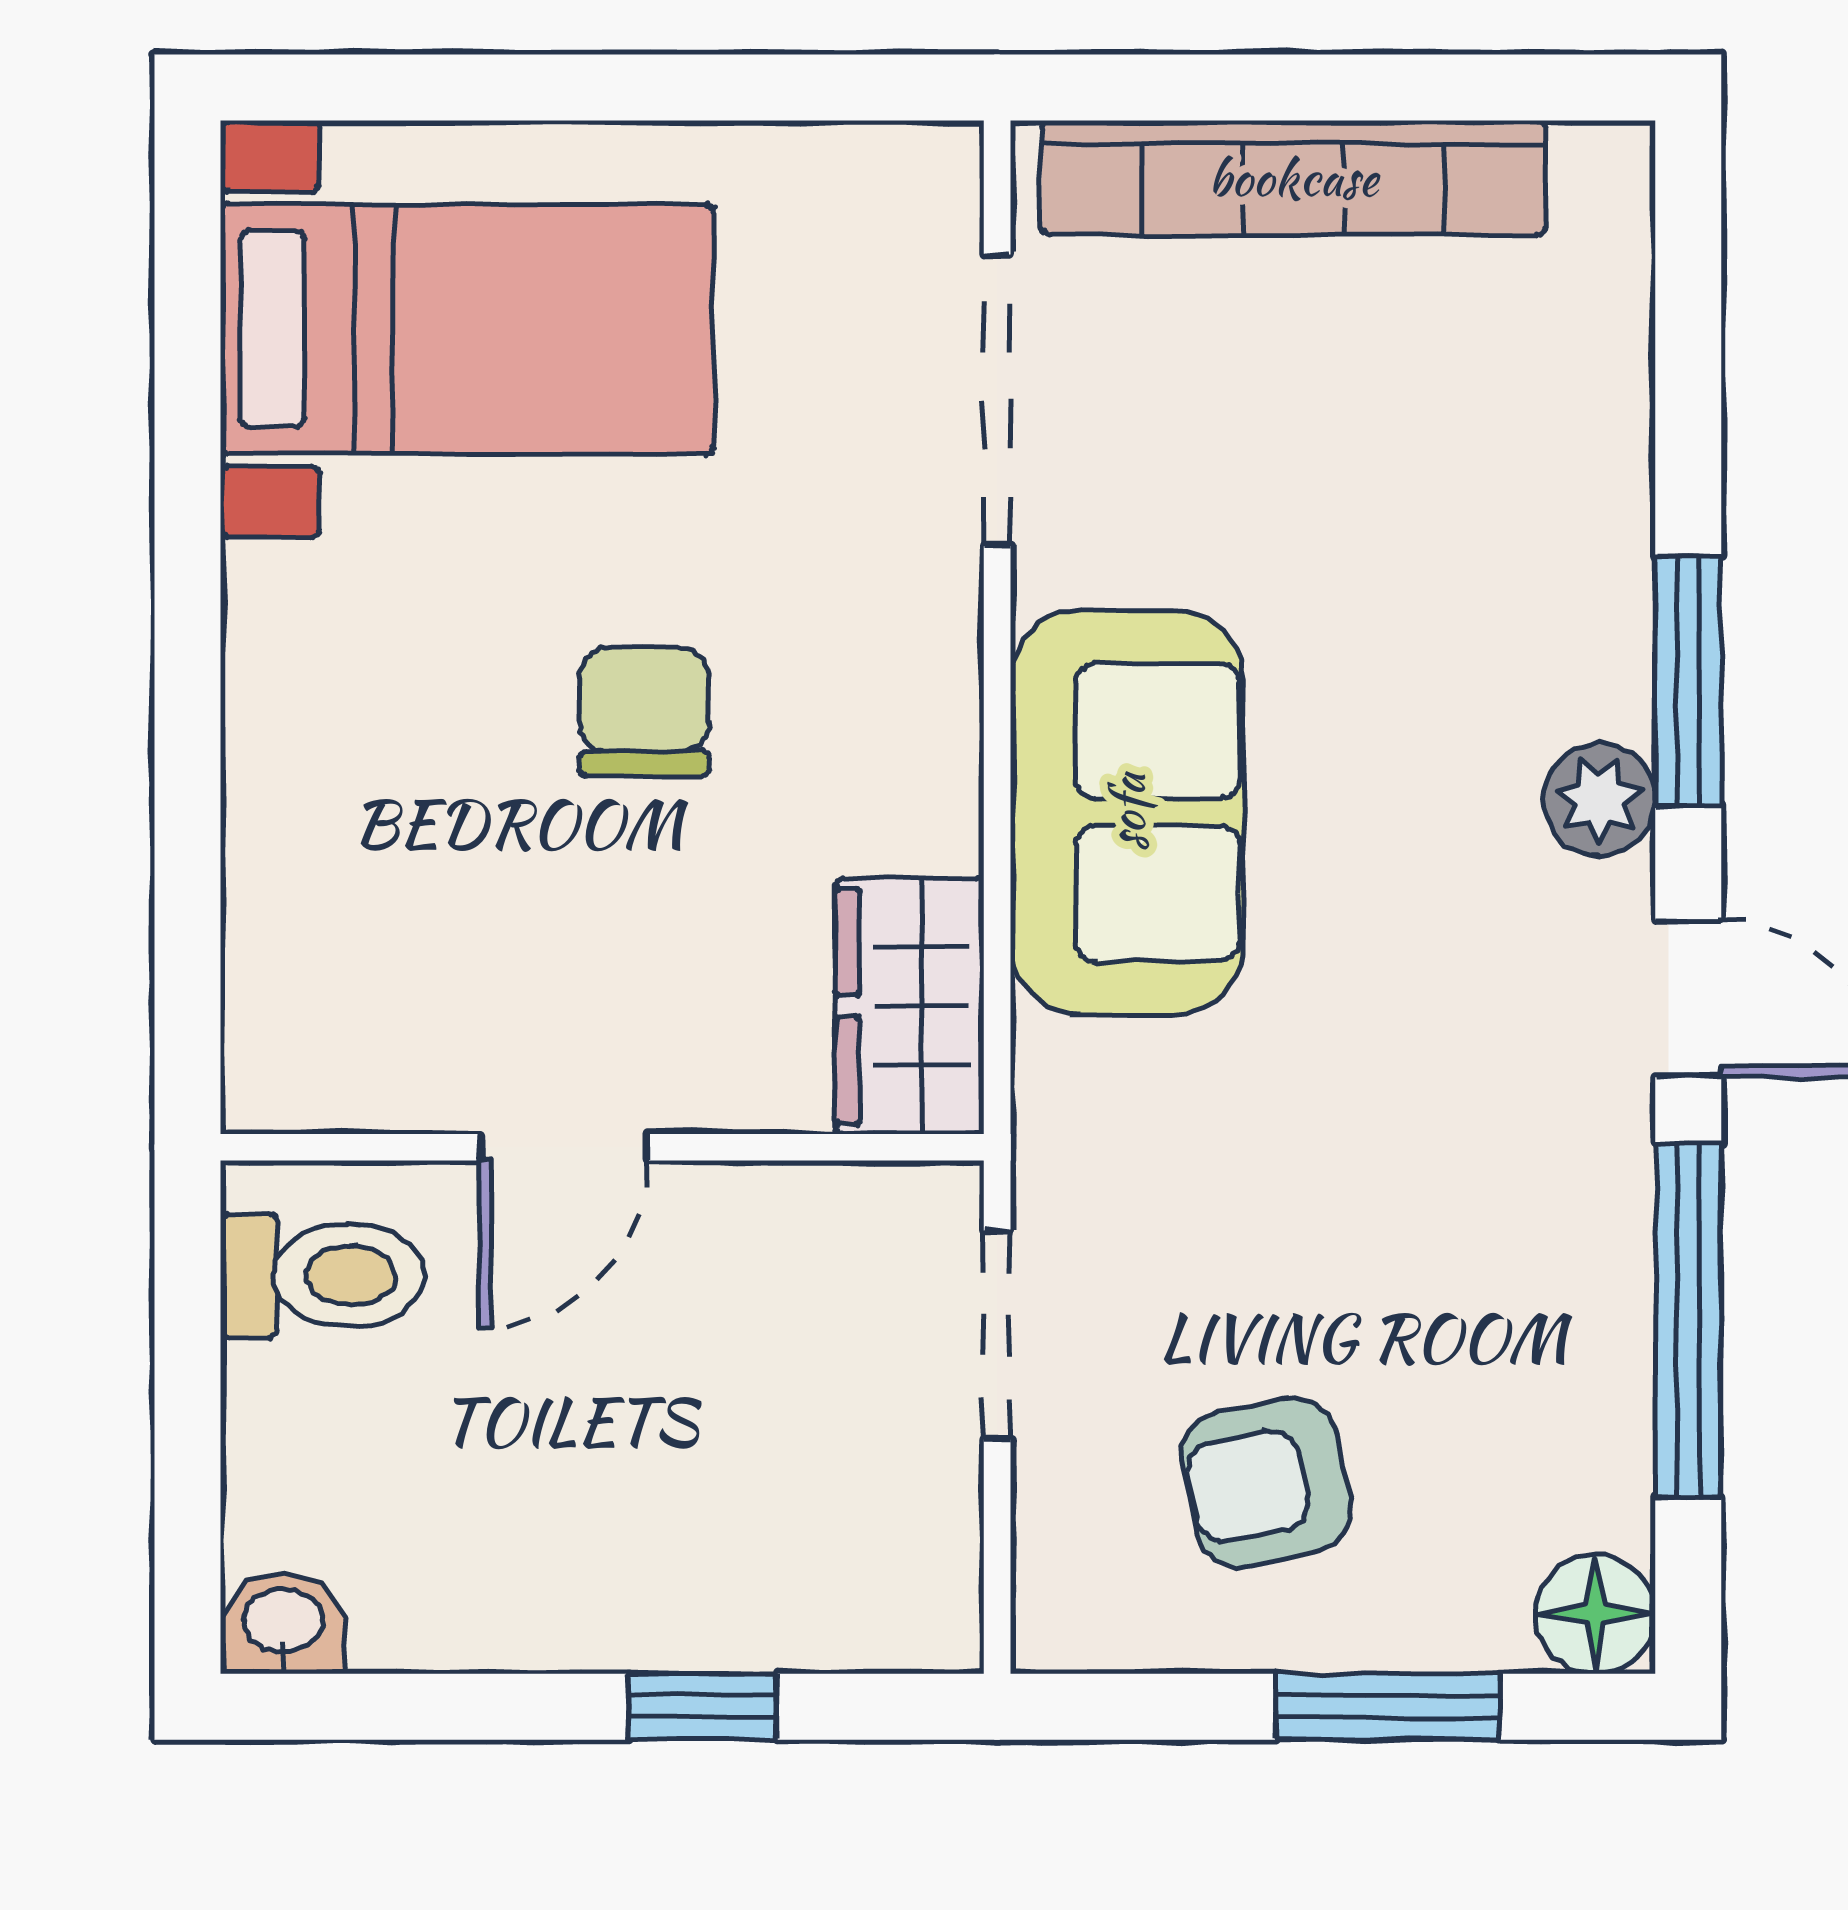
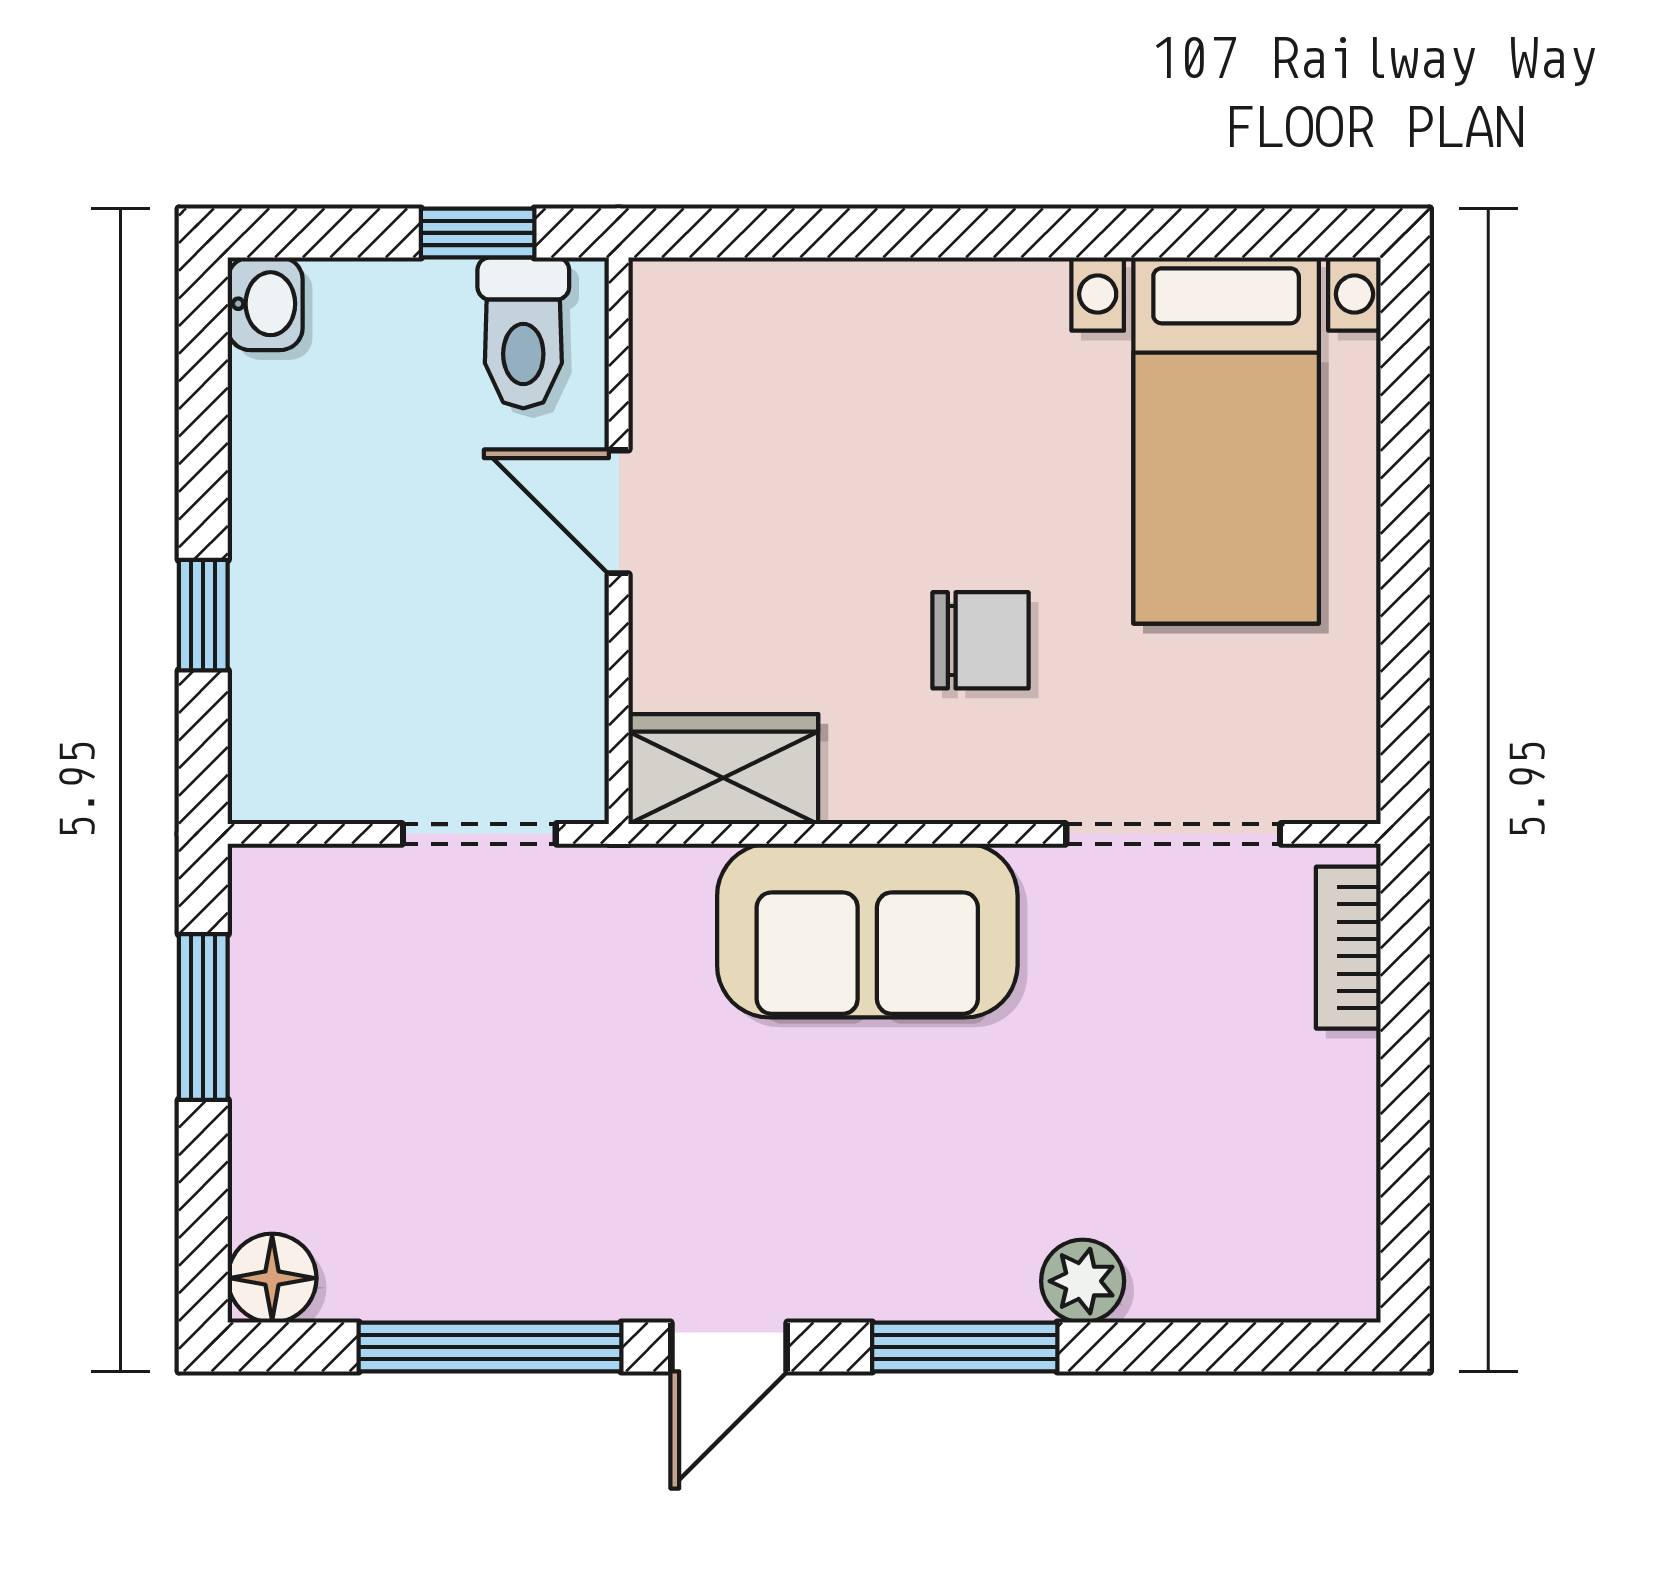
bookcase: (1293, 178) -> (1348, 948), width x0.43, depth x0.76
chair: (644, 712) -> (981, 640), moved
plant: (1599, 800) -> (1083, 1281), moved
window: (188, 1337) -> (478, 233), added
armchair: (1266, 1482) -> (370, 1034), removed
window: (1388, 1707) -> (203, 1017), moved

